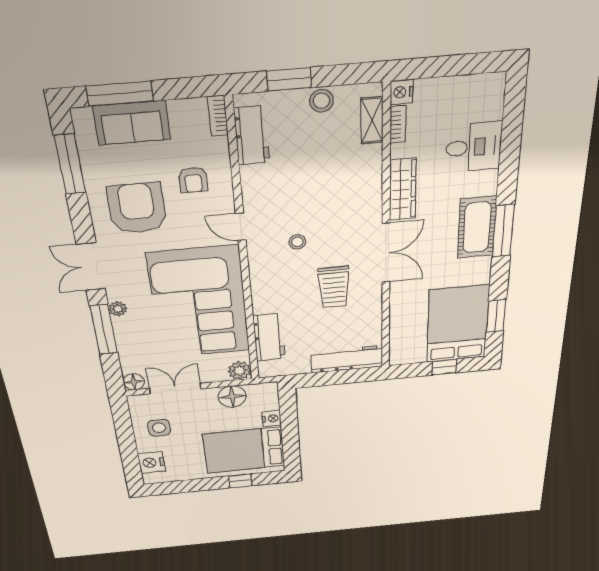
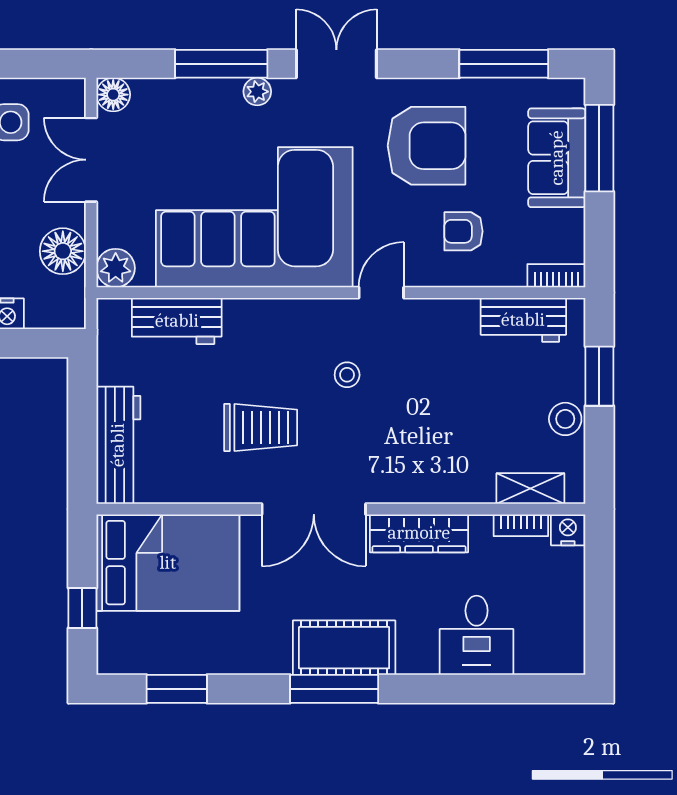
trolley: (334, 287) -> (261, 427), turned 180
bed: (458, 324) -> (168, 563), moved
double door: (175, 389) -> (91, 160), swing flipped

